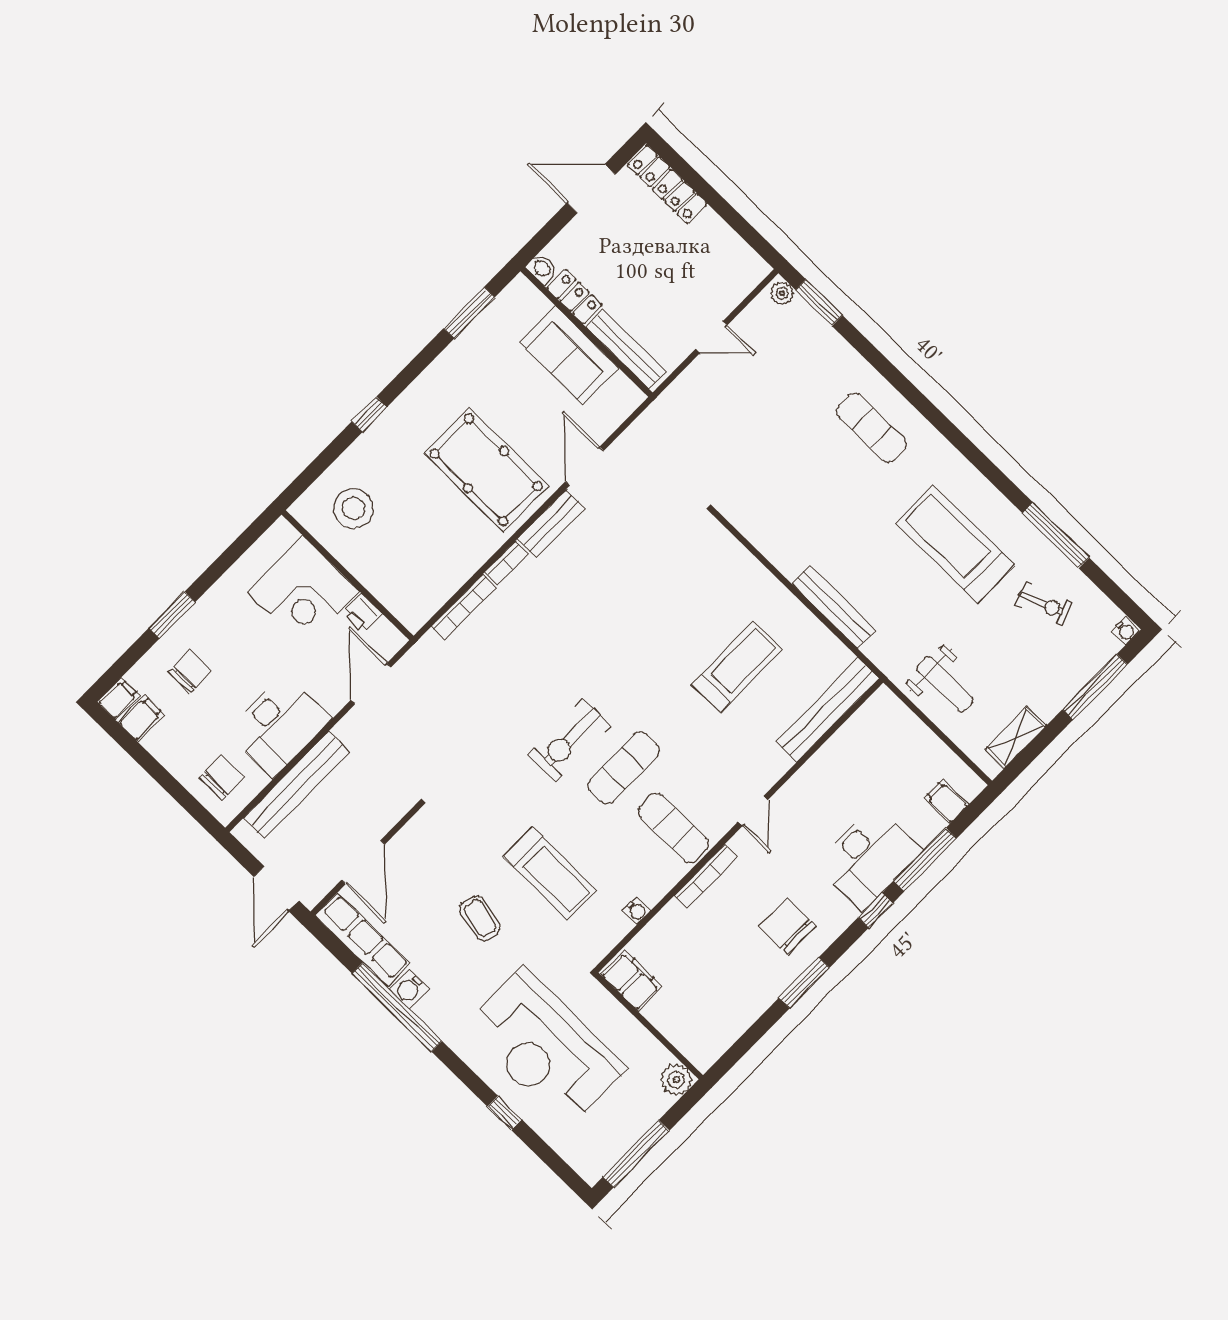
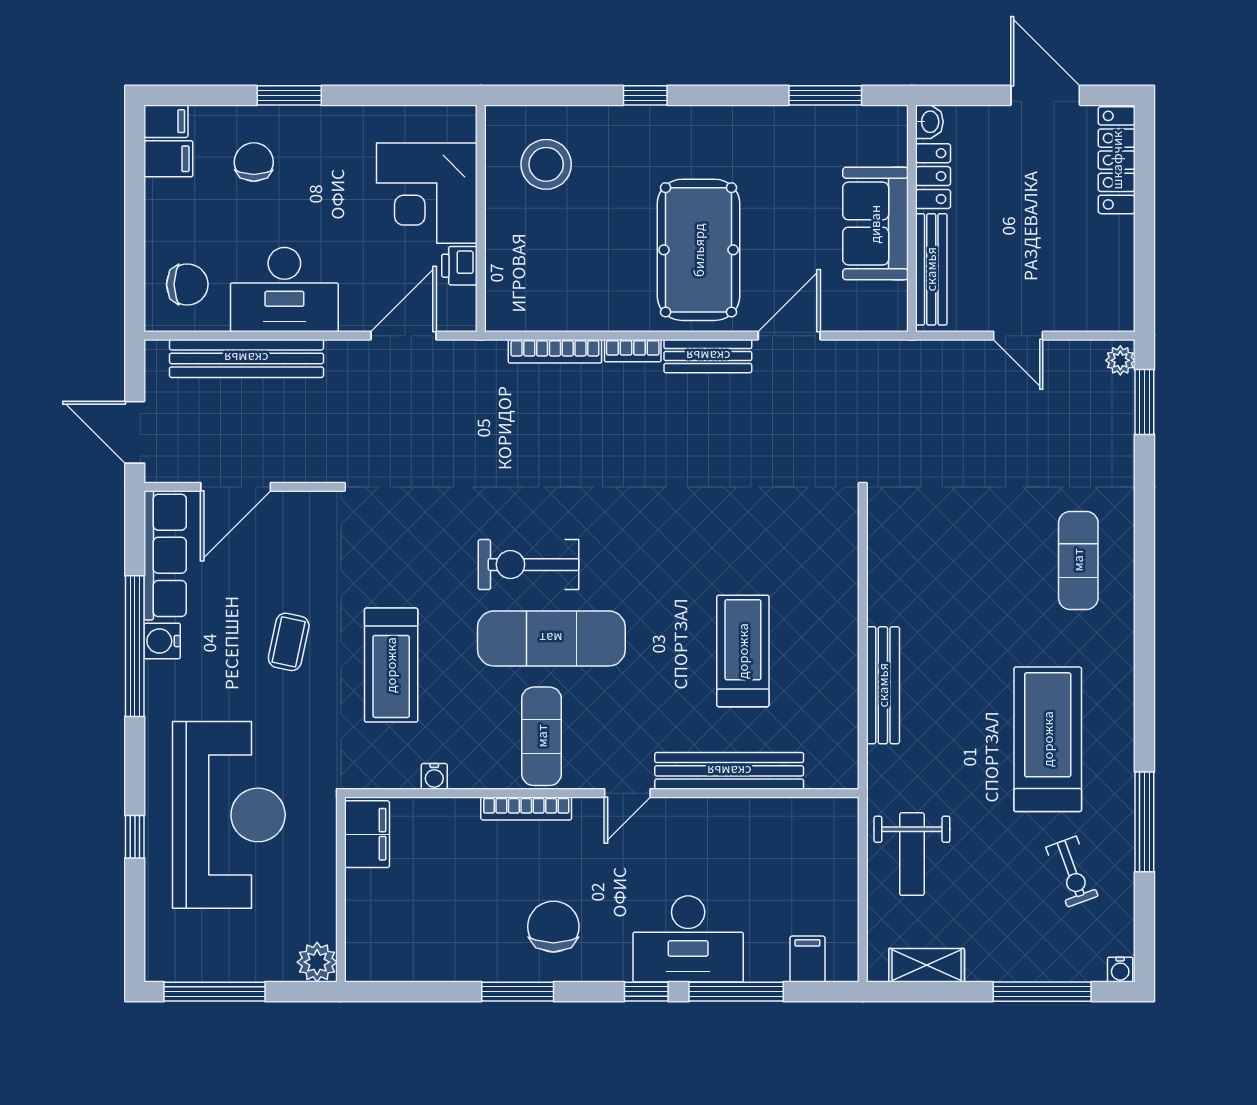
treadmill: (737, 667) -> (743, 651), turned -90
chair: (190, 672) -> (254, 162), turned -90
bench: (828, 710) -> (729, 771), moved
exercise mat: (624, 768) -> (551, 638), width x1.36, depth x1.45
door: (276, 889) -> (135, 432), hinge flipped
reception desk: (544, 1048) -> (229, 815), turned 180

